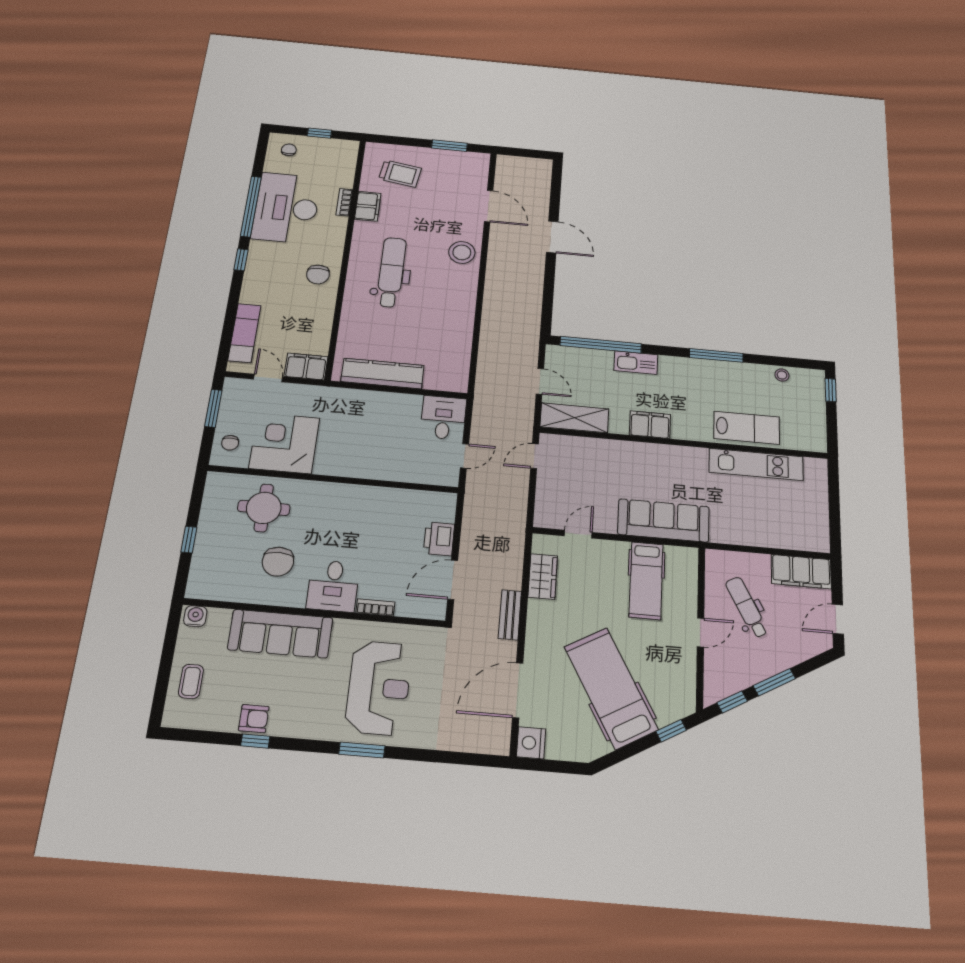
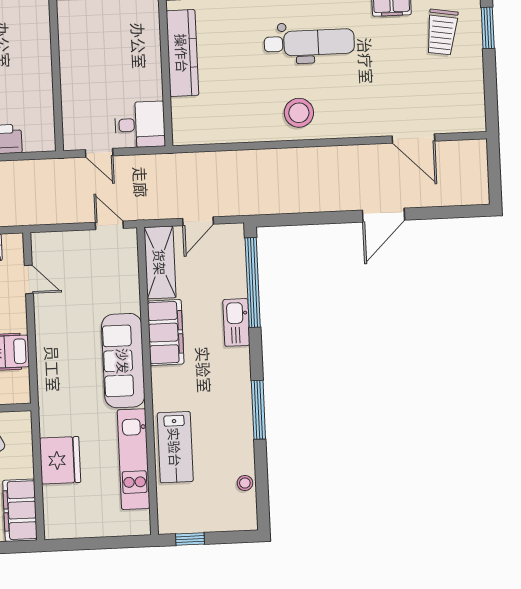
window: (449, 146) -> (488, 28), moved
door: (489, 206) -> (413, 138), hinge flipped
stool: (462, 252) -> (299, 113), moved
window: (831, 390) -> (190, 539), moved
filing cabinet: (650, 425) -> (166, 332), width x1.50, depth x1.17
sofa: (664, 520) -> (123, 361), moved, turned 180
fridge: (754, 529) -> (60, 460), added

